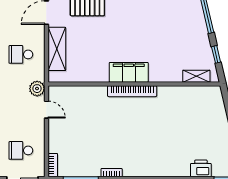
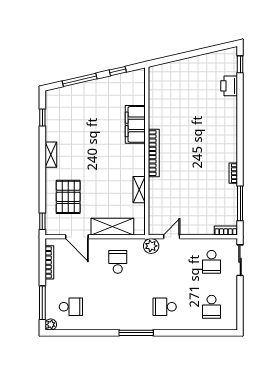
school desk: (21, 54) -> (118, 262), turned 180
filing cabinet: (129, 72) -> (135, 124), moved
shelving: (196, 76) -> (139, 190), moved

